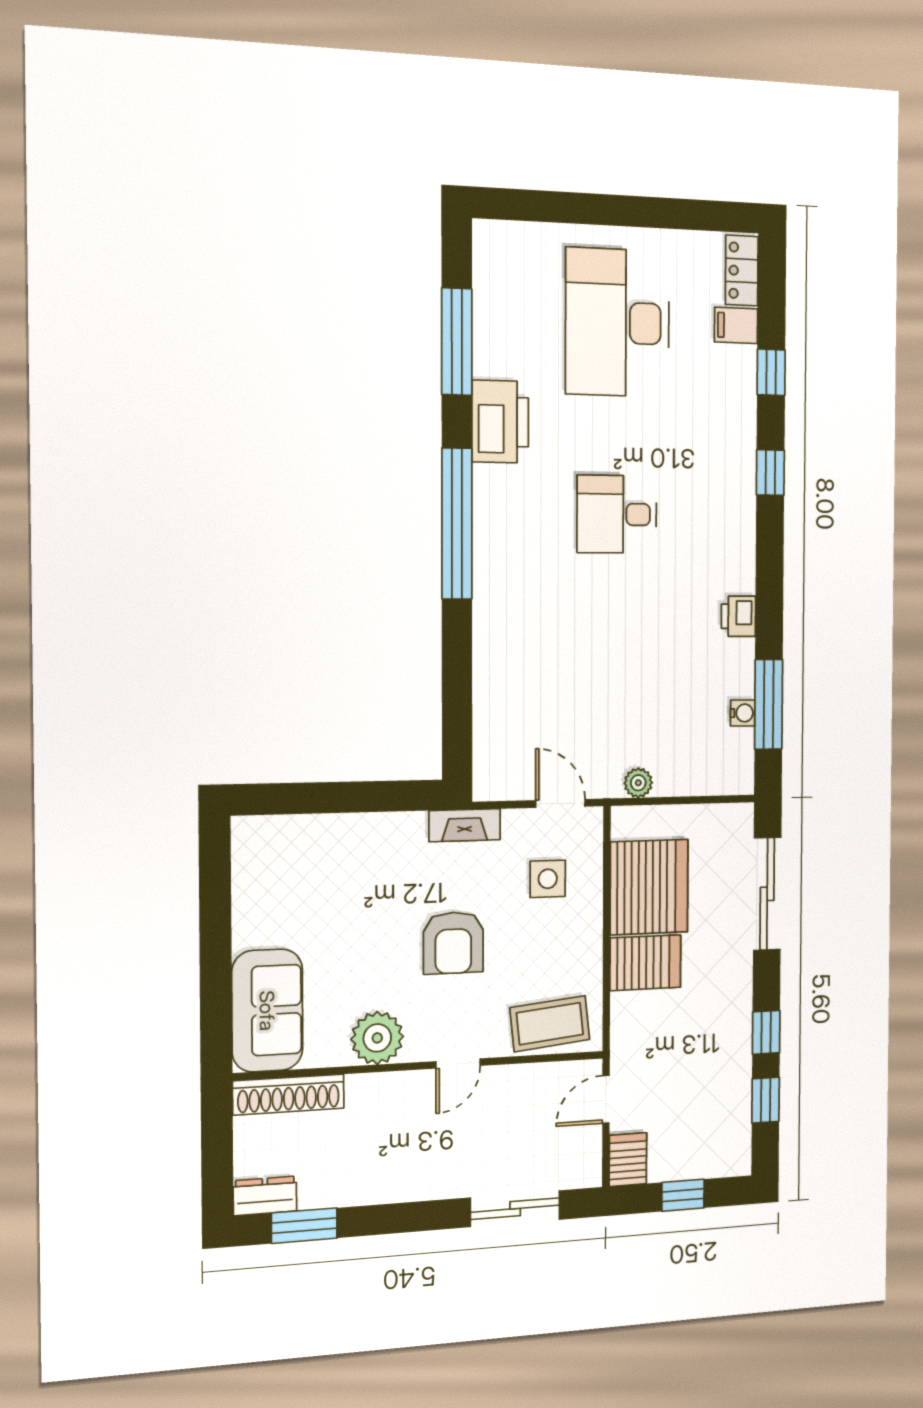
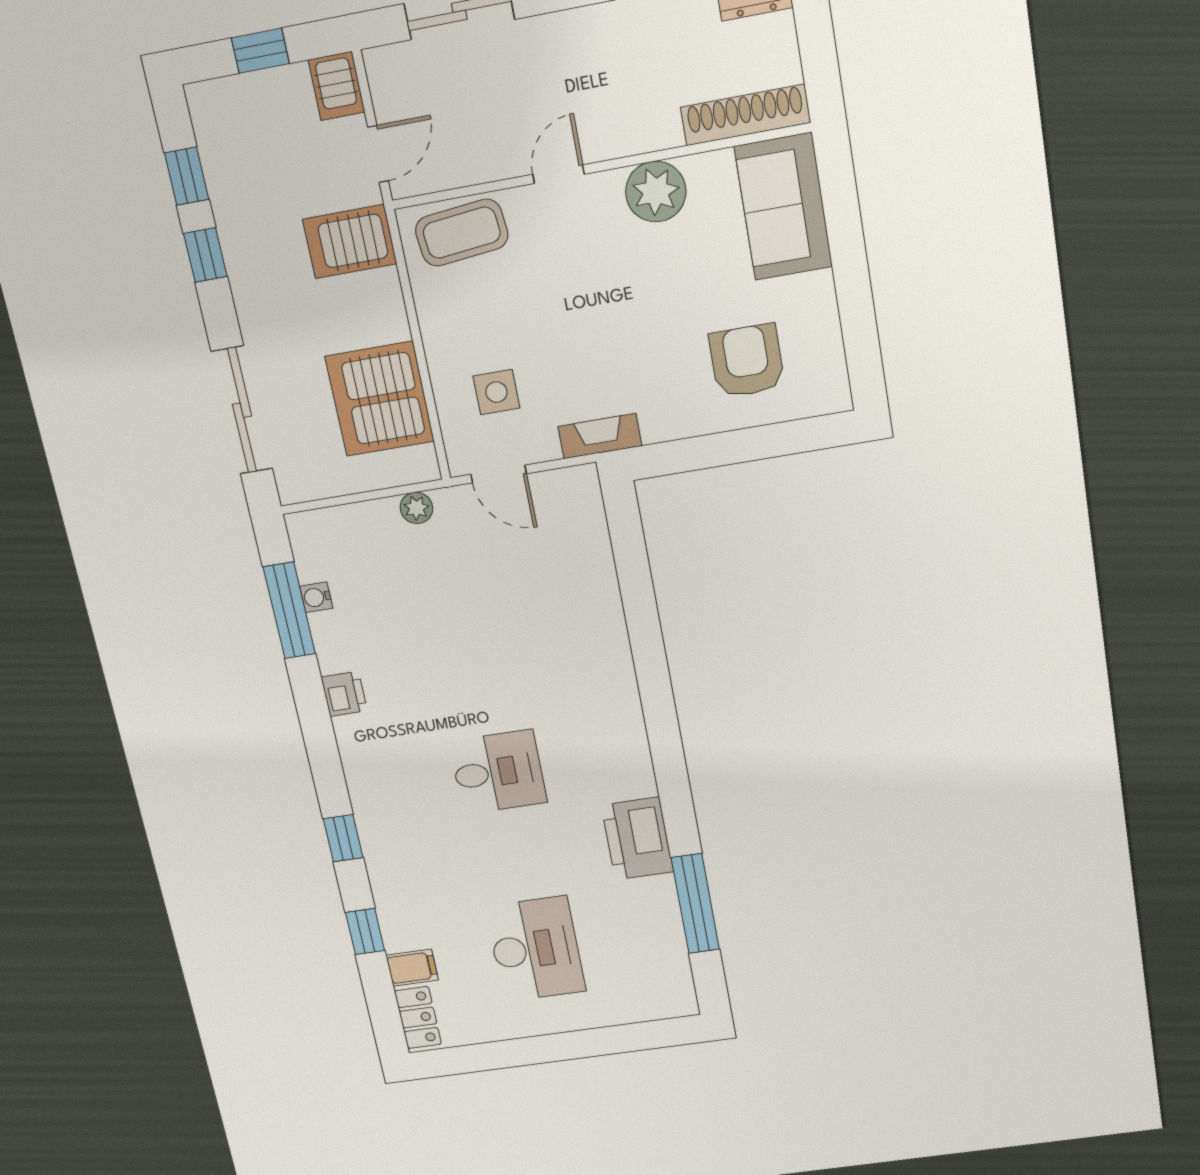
desk: (618, 323) -> (535, 949), width x0.73, depth x0.77
window: (457, 524) -> (664, 736), removed
armchair: (453, 943) -> (747, 361), moved
server rack: (645, 963) -> (350, 241), moved

